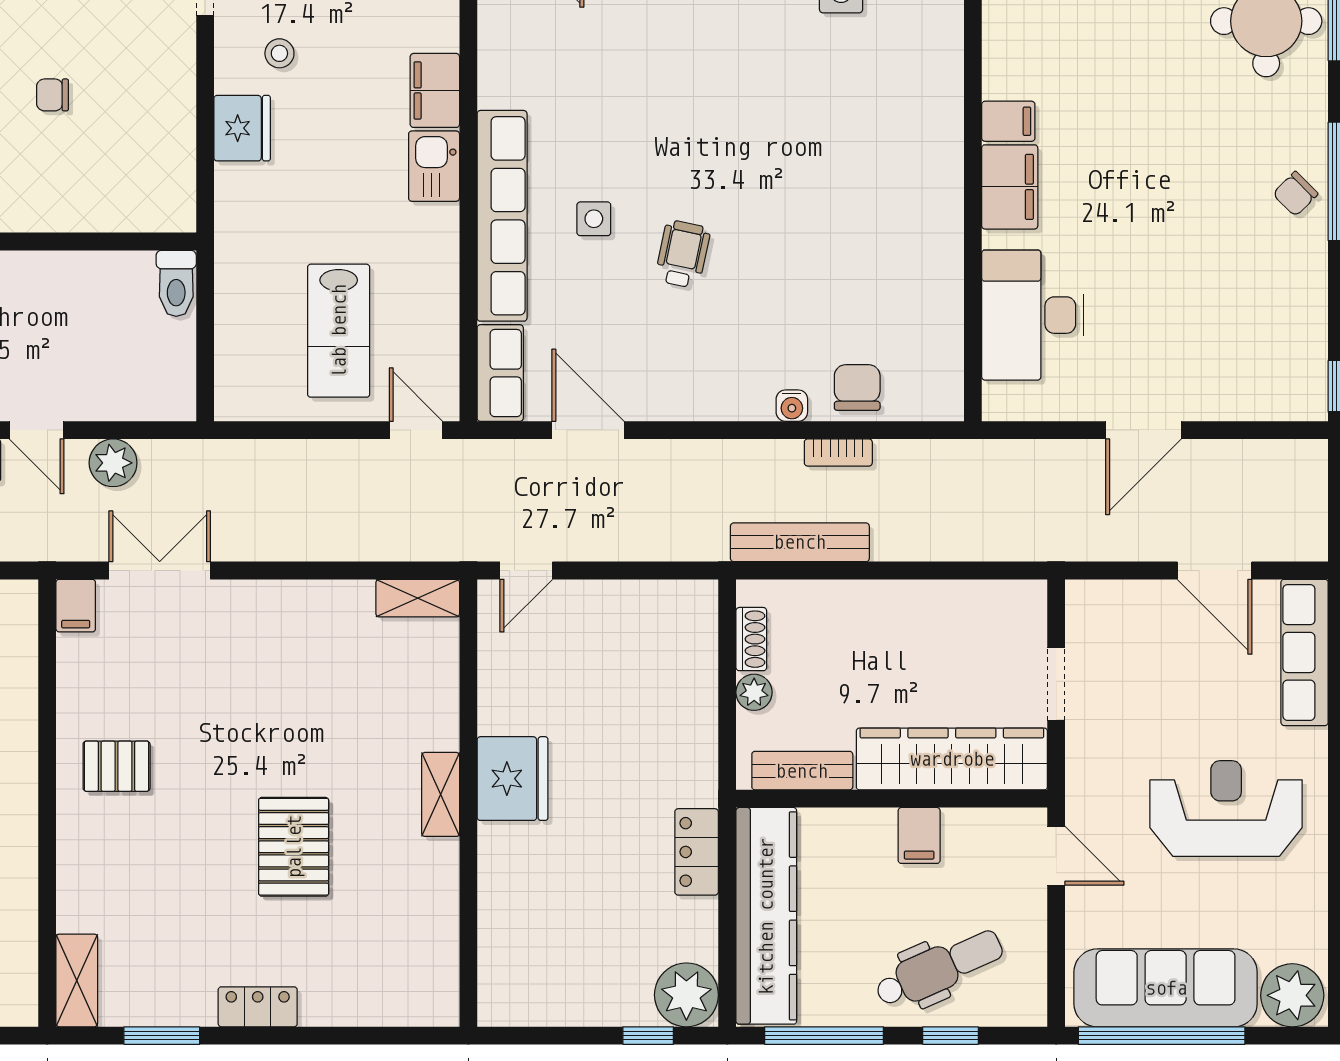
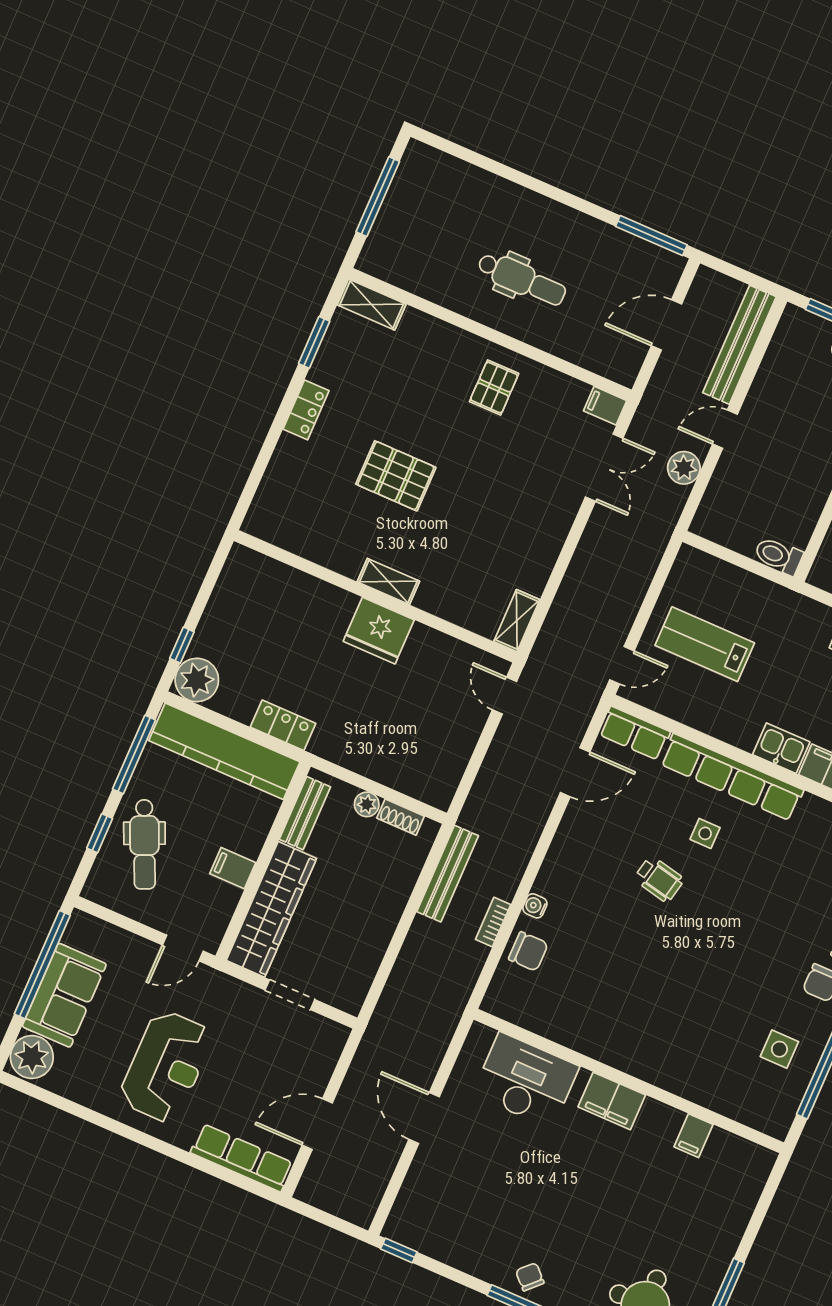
filing cabinet: (1008, 121) -> (694, 1136), moved
sofa: (1166, 988) -> (64, 995), width x0.73

